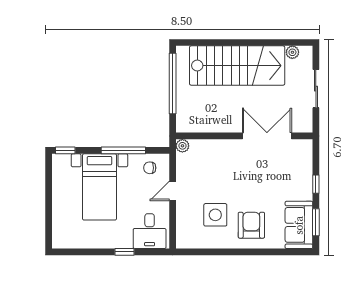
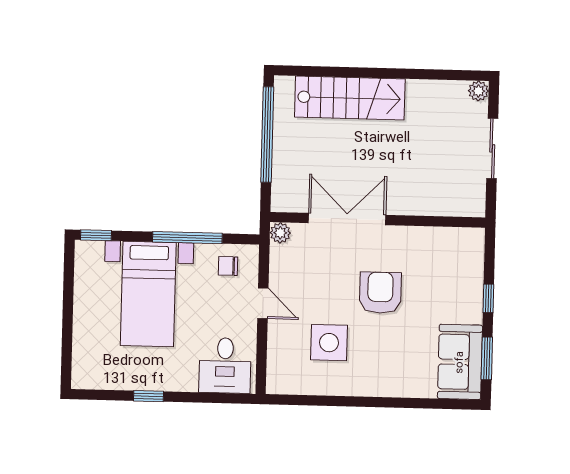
plant: (292, 52) -> (478, 91), moved
stairs: (237, 66) -> (350, 98), width x0.73, depth x0.66
double door: (267, 136) -> (347, 219), moved
door: (173, 191) -> (263, 303), swing flipped
armchair: (251, 225) -> (380, 293), moved
window: (124, 252) -> (149, 396), moved

